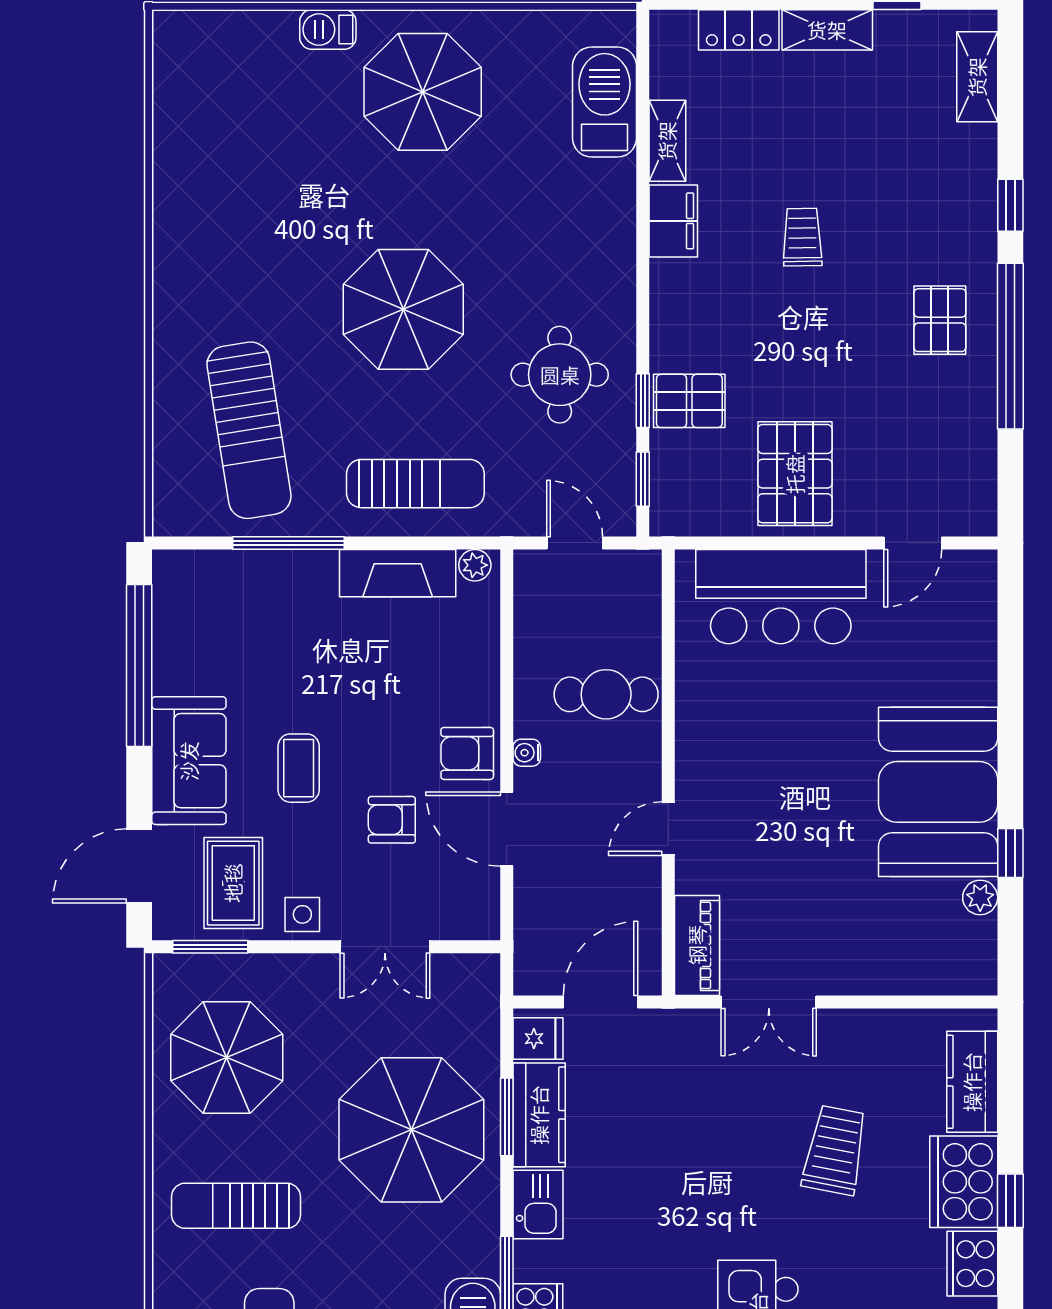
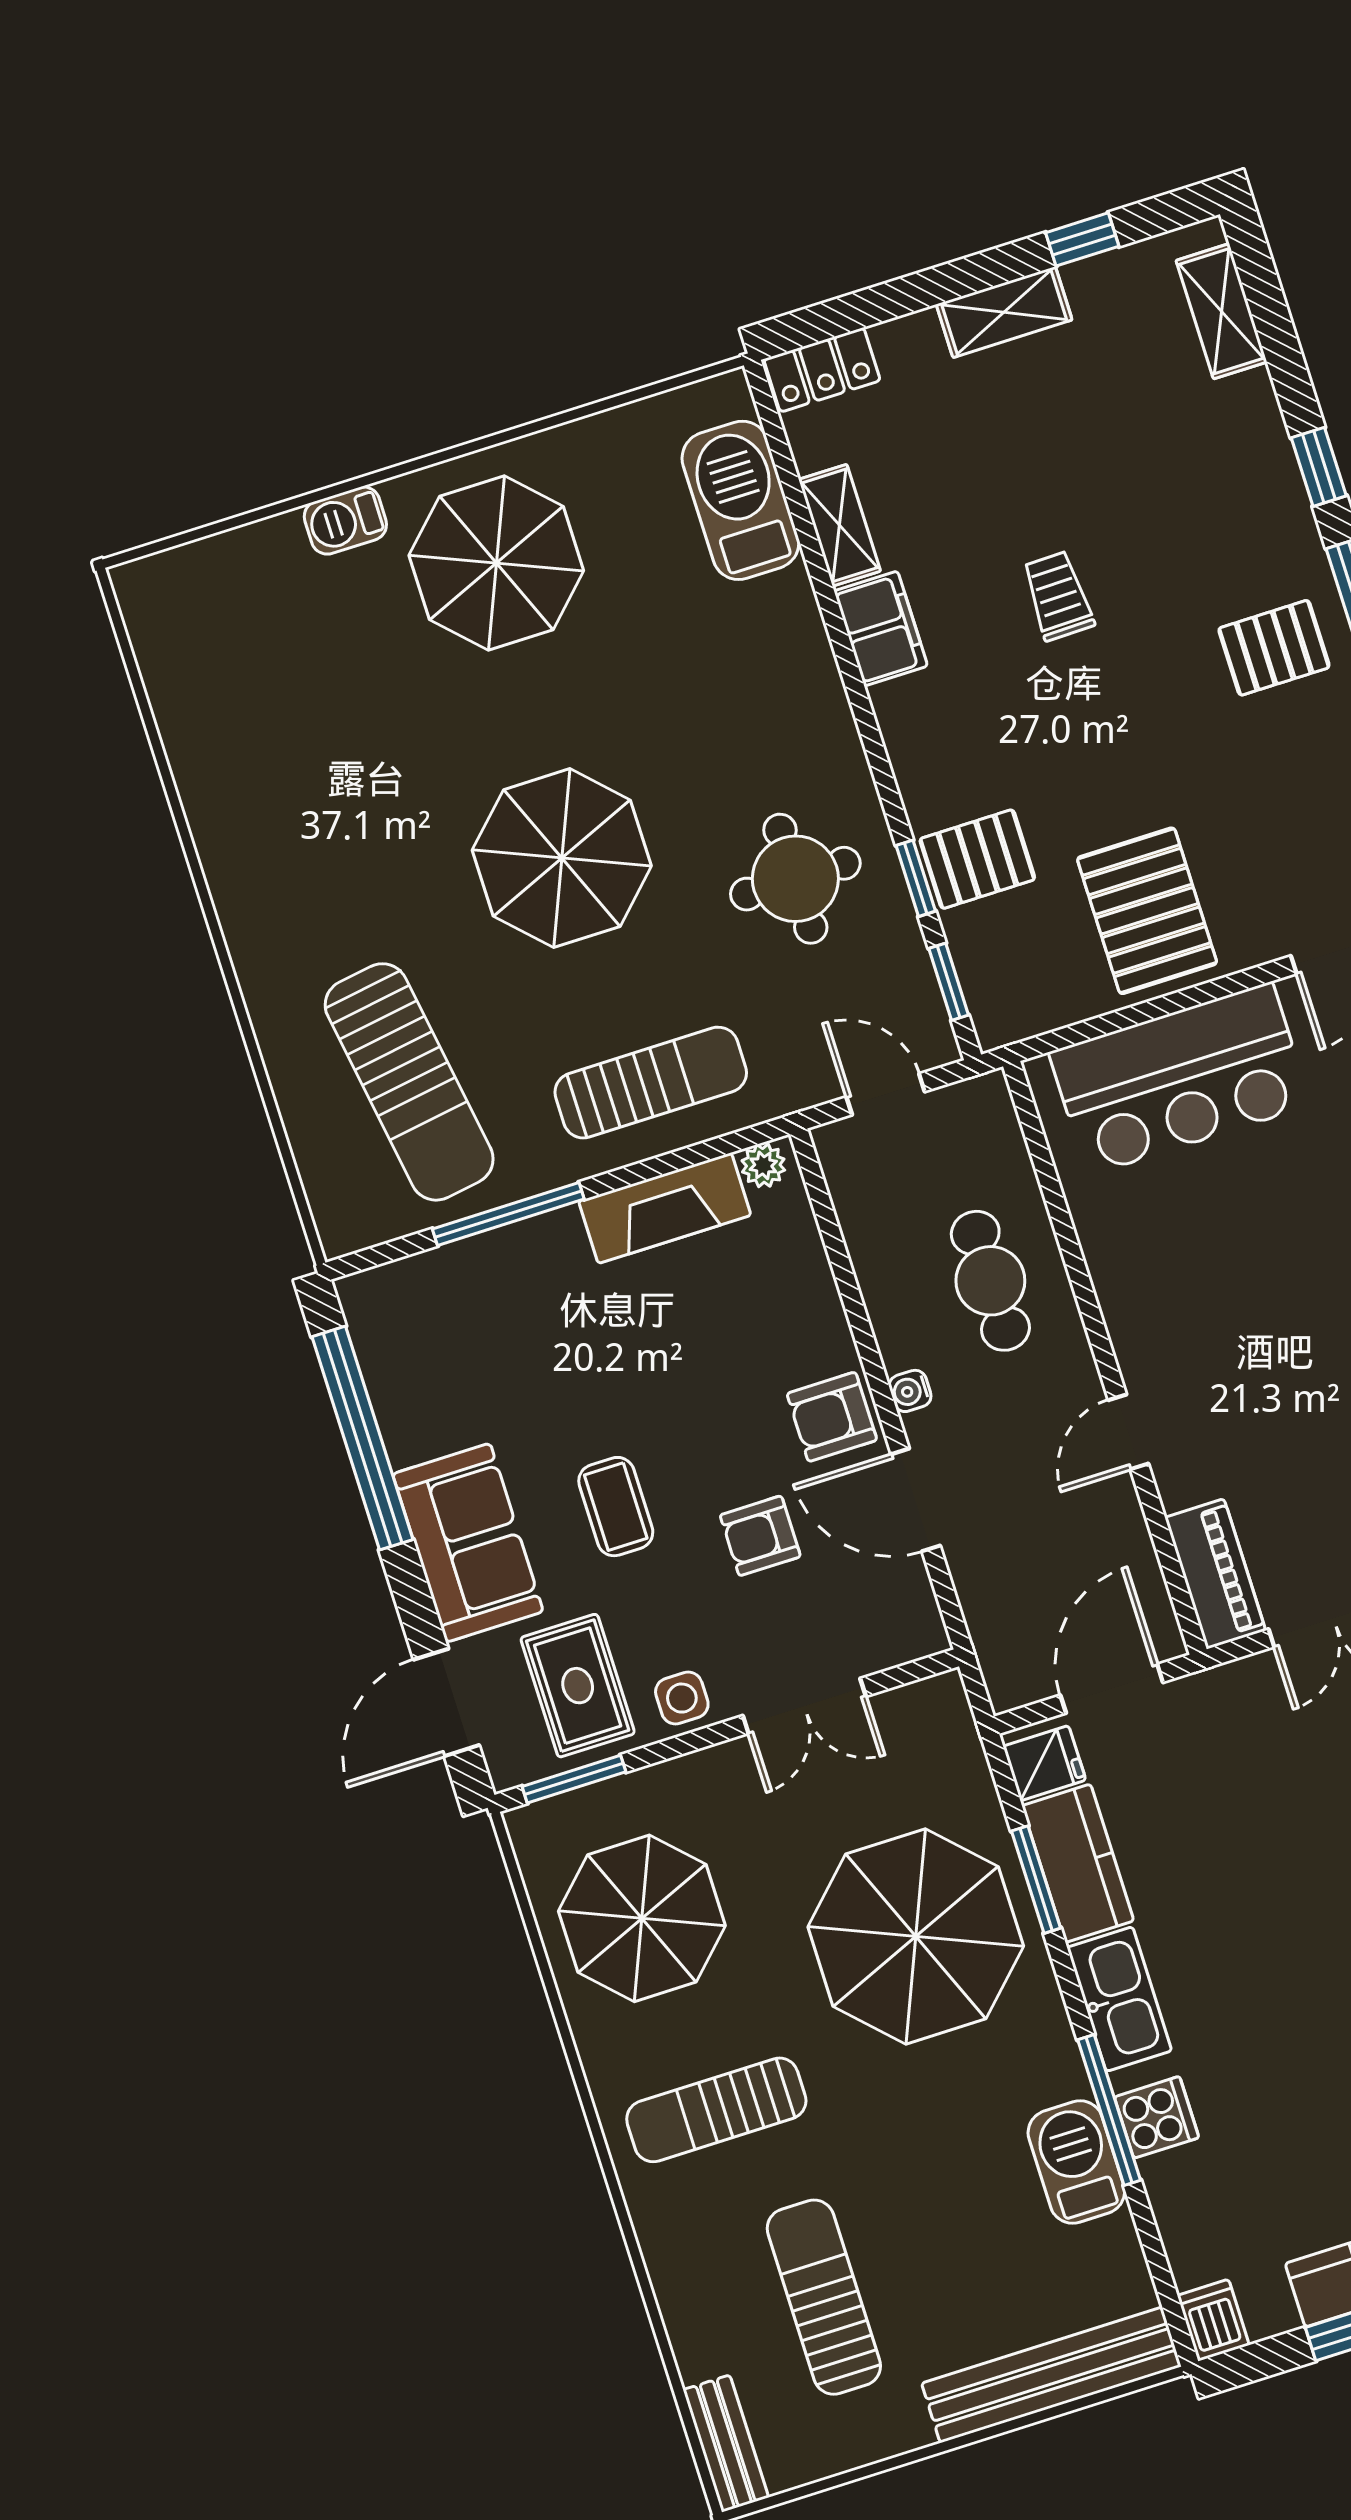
locker: (739, 30) -> (822, 370), moved
pallet: (940, 320) -> (1274, 648), turned 90
cafe table: (606, 694) -> (990, 1281), turned 90
kitchen sink: (538, 1205) -> (1119, 1999), width x1.38

